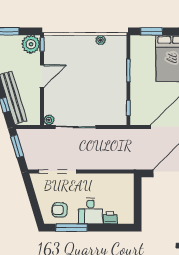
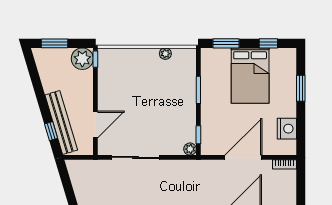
door: (42, 76) -> (95, 124), moved
plant: (49, 120) -> (190, 149), moved
window: (17, 146) -> (66, 180), removed

